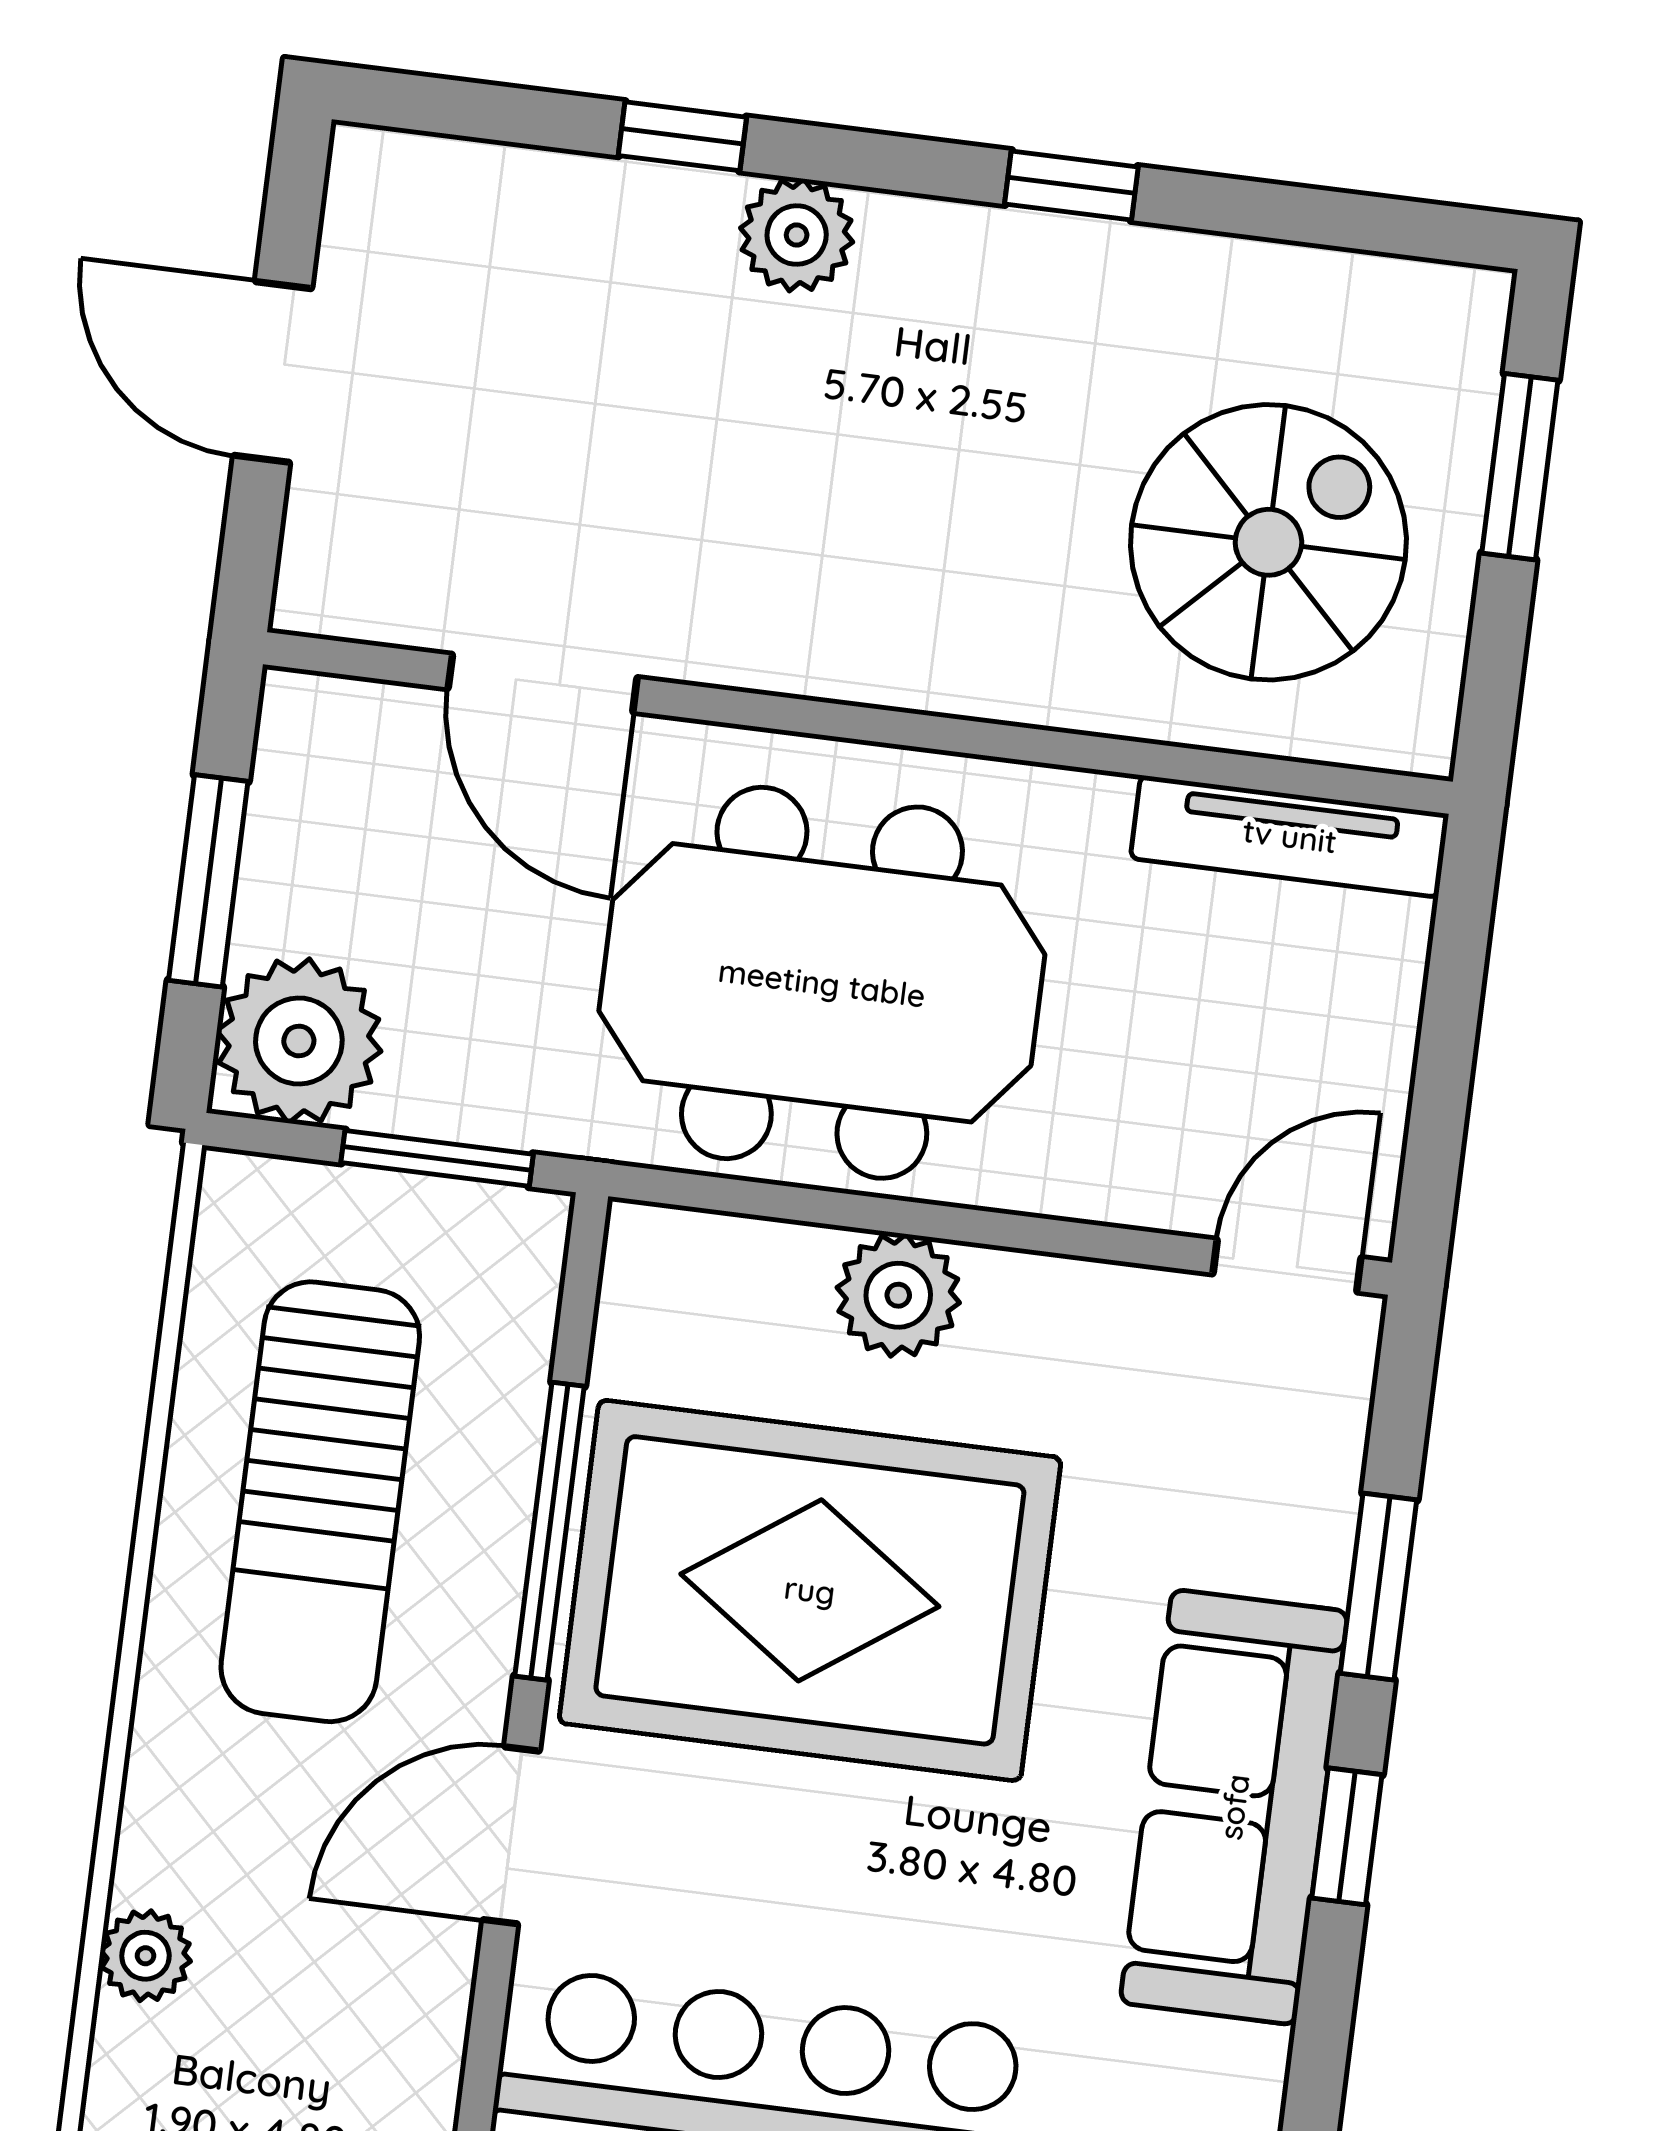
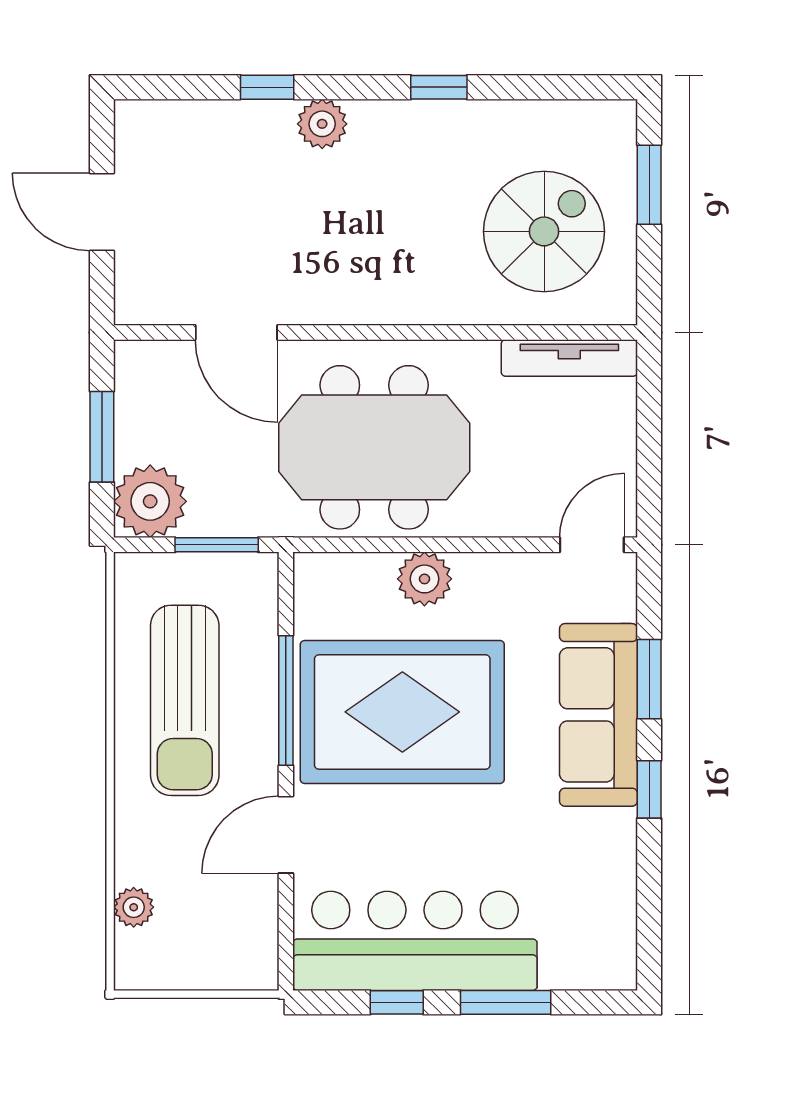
sofa: (1234, 1807) -> (598, 715), moved

